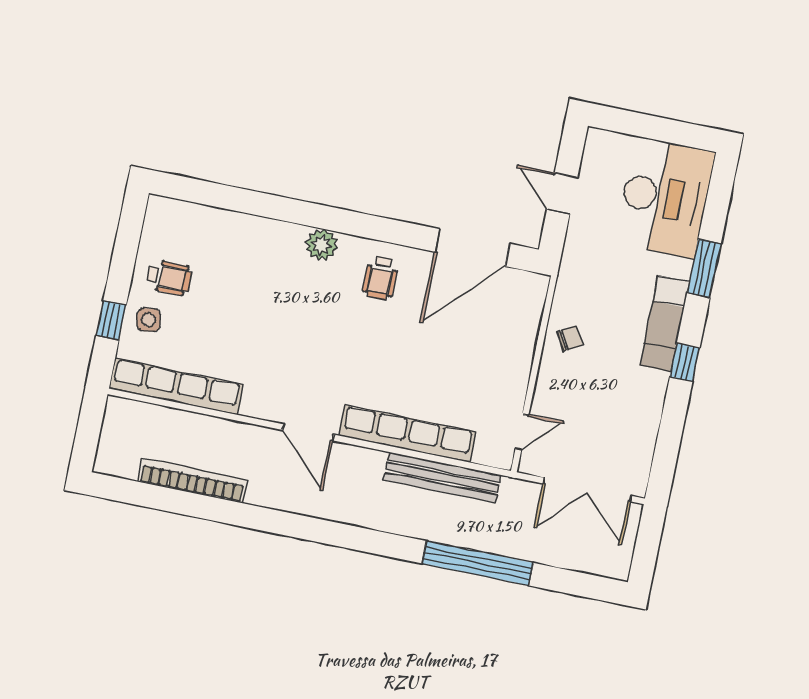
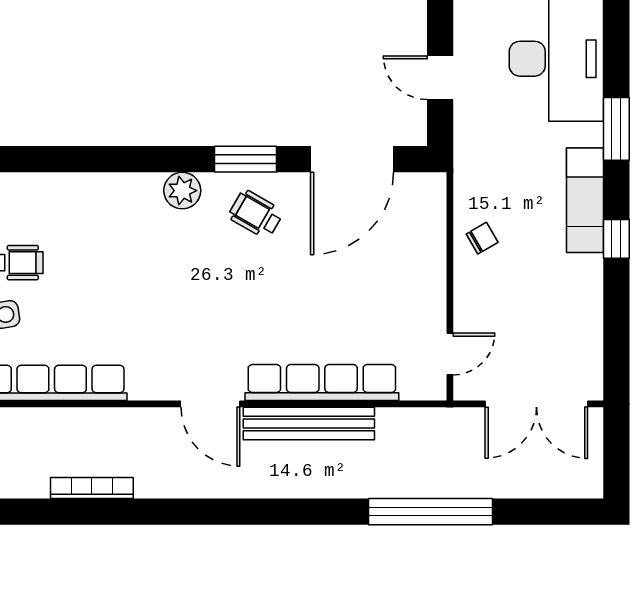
window: (381, 229) -> (245, 159), added
wheelchair: (380, 278) -> (256, 214), turned 120
bench: (442, 477) -> (309, 423), moved
bookcase: (193, 481) -> (92, 488), width x0.68, depth x0.76

